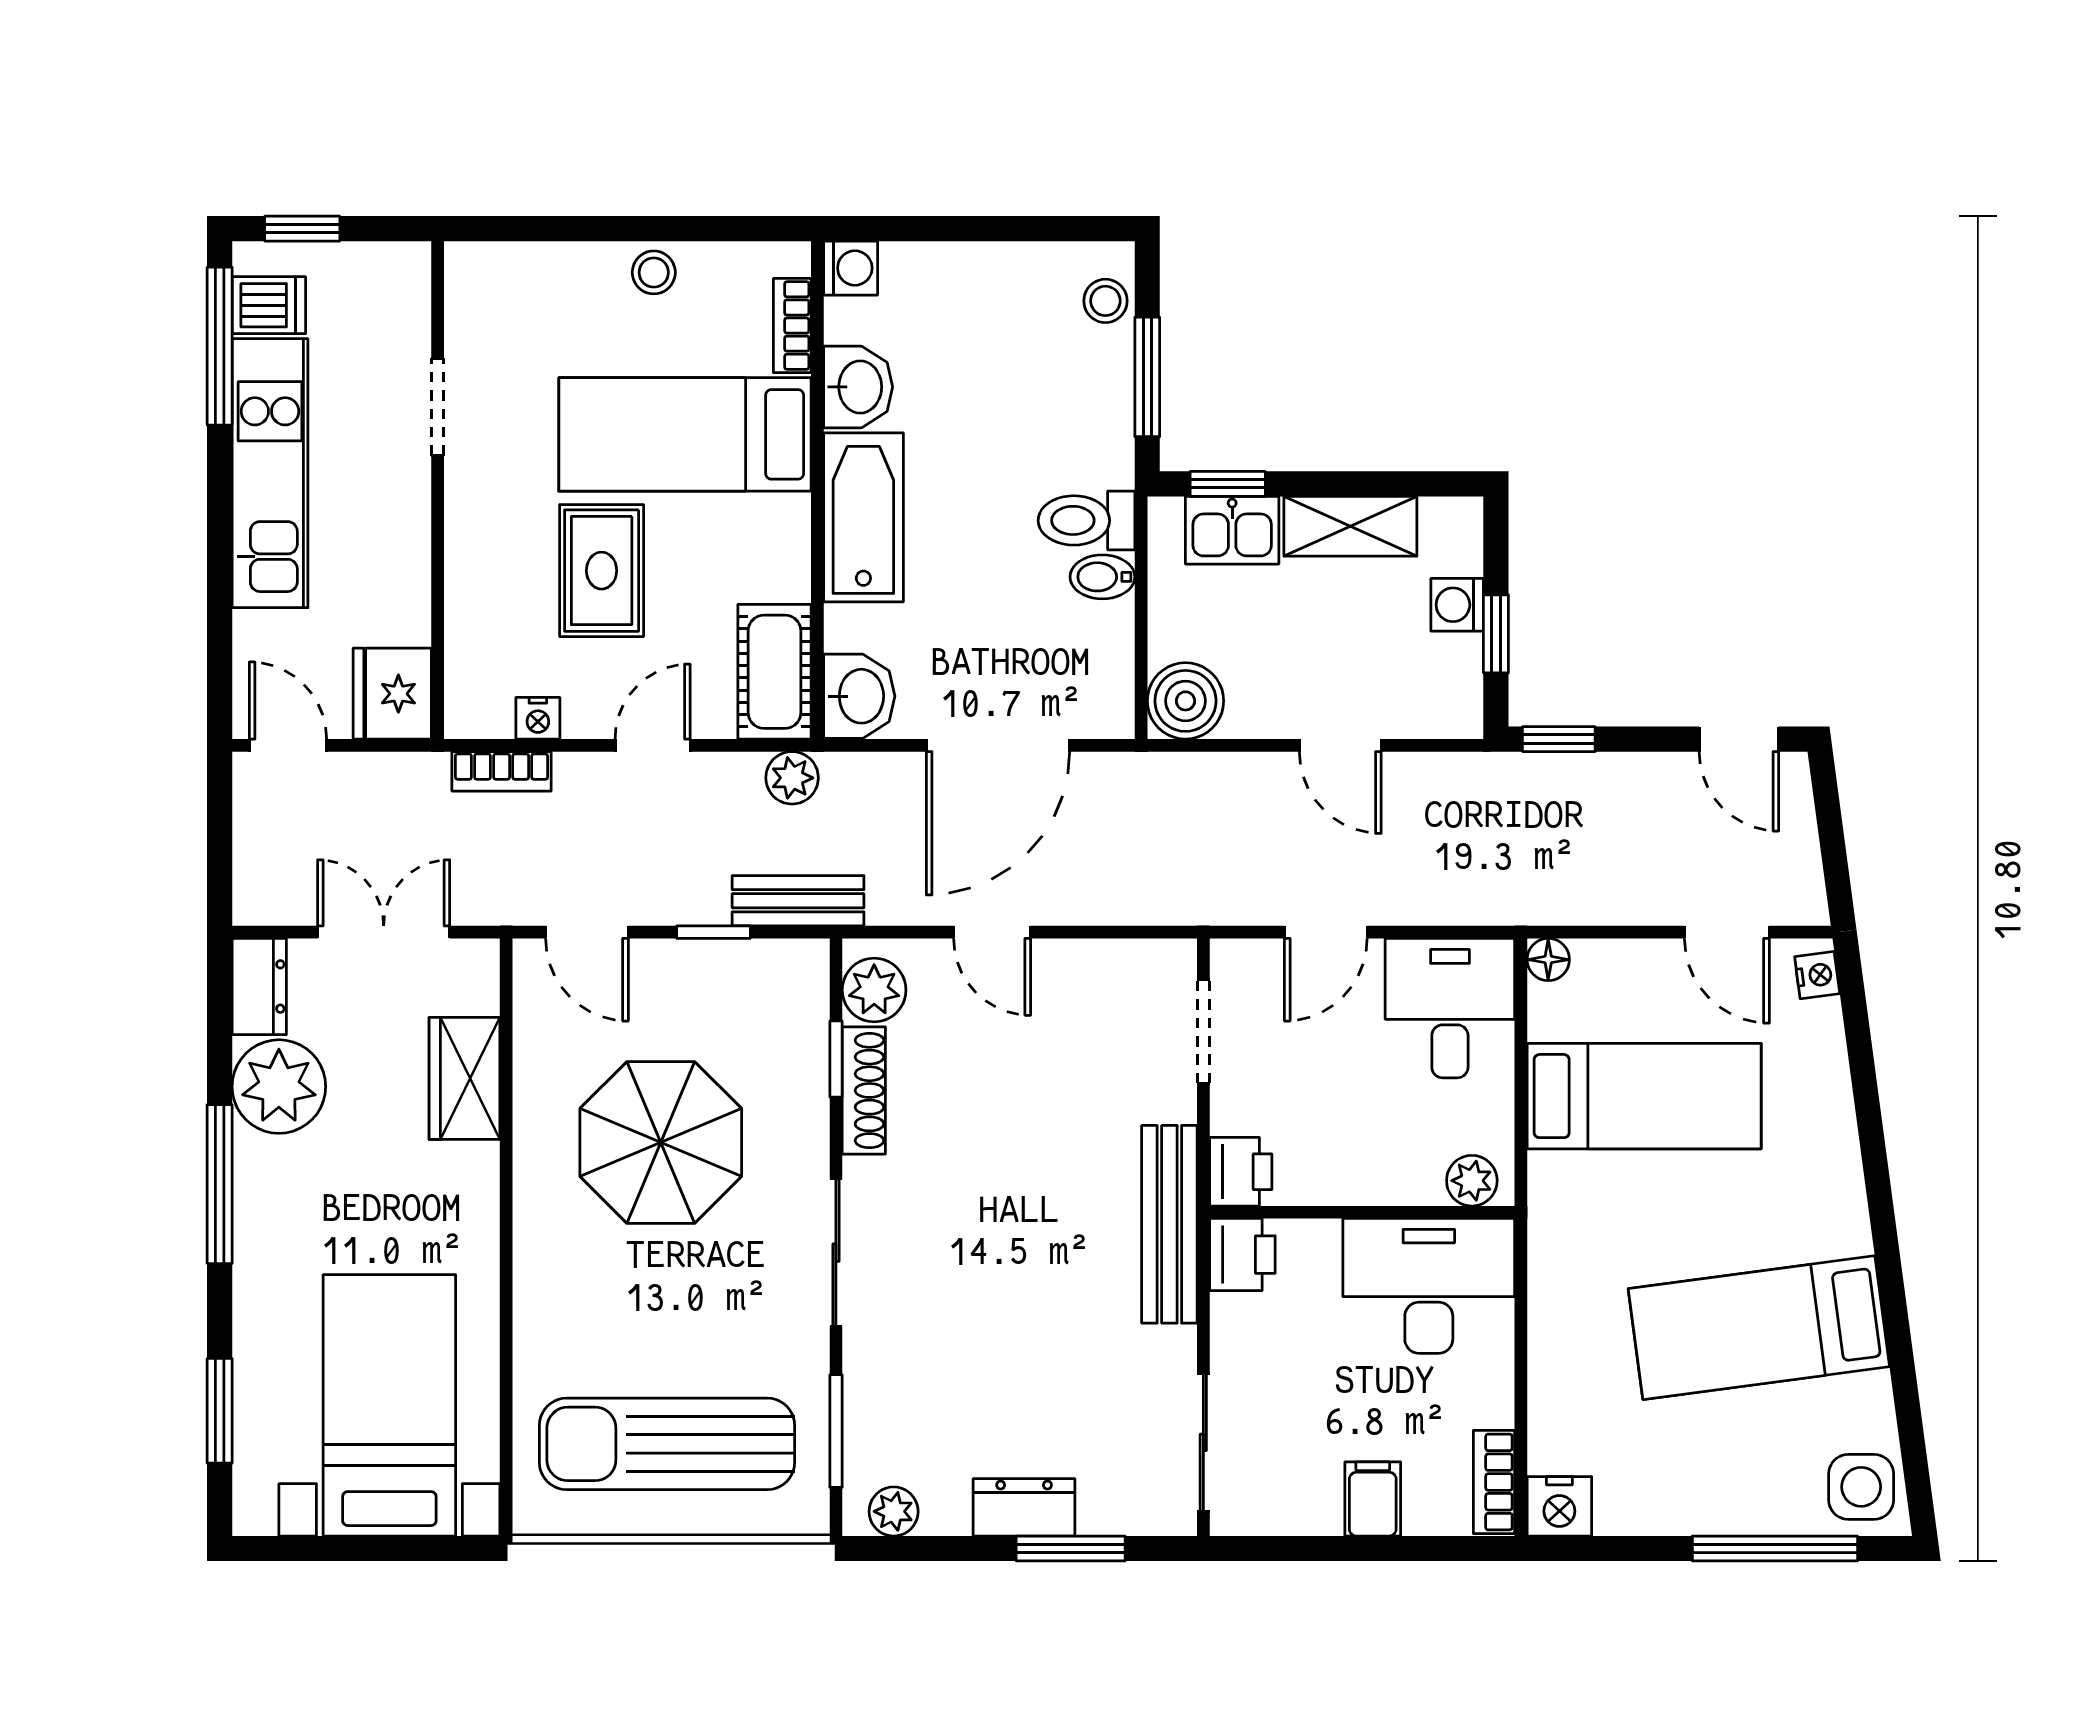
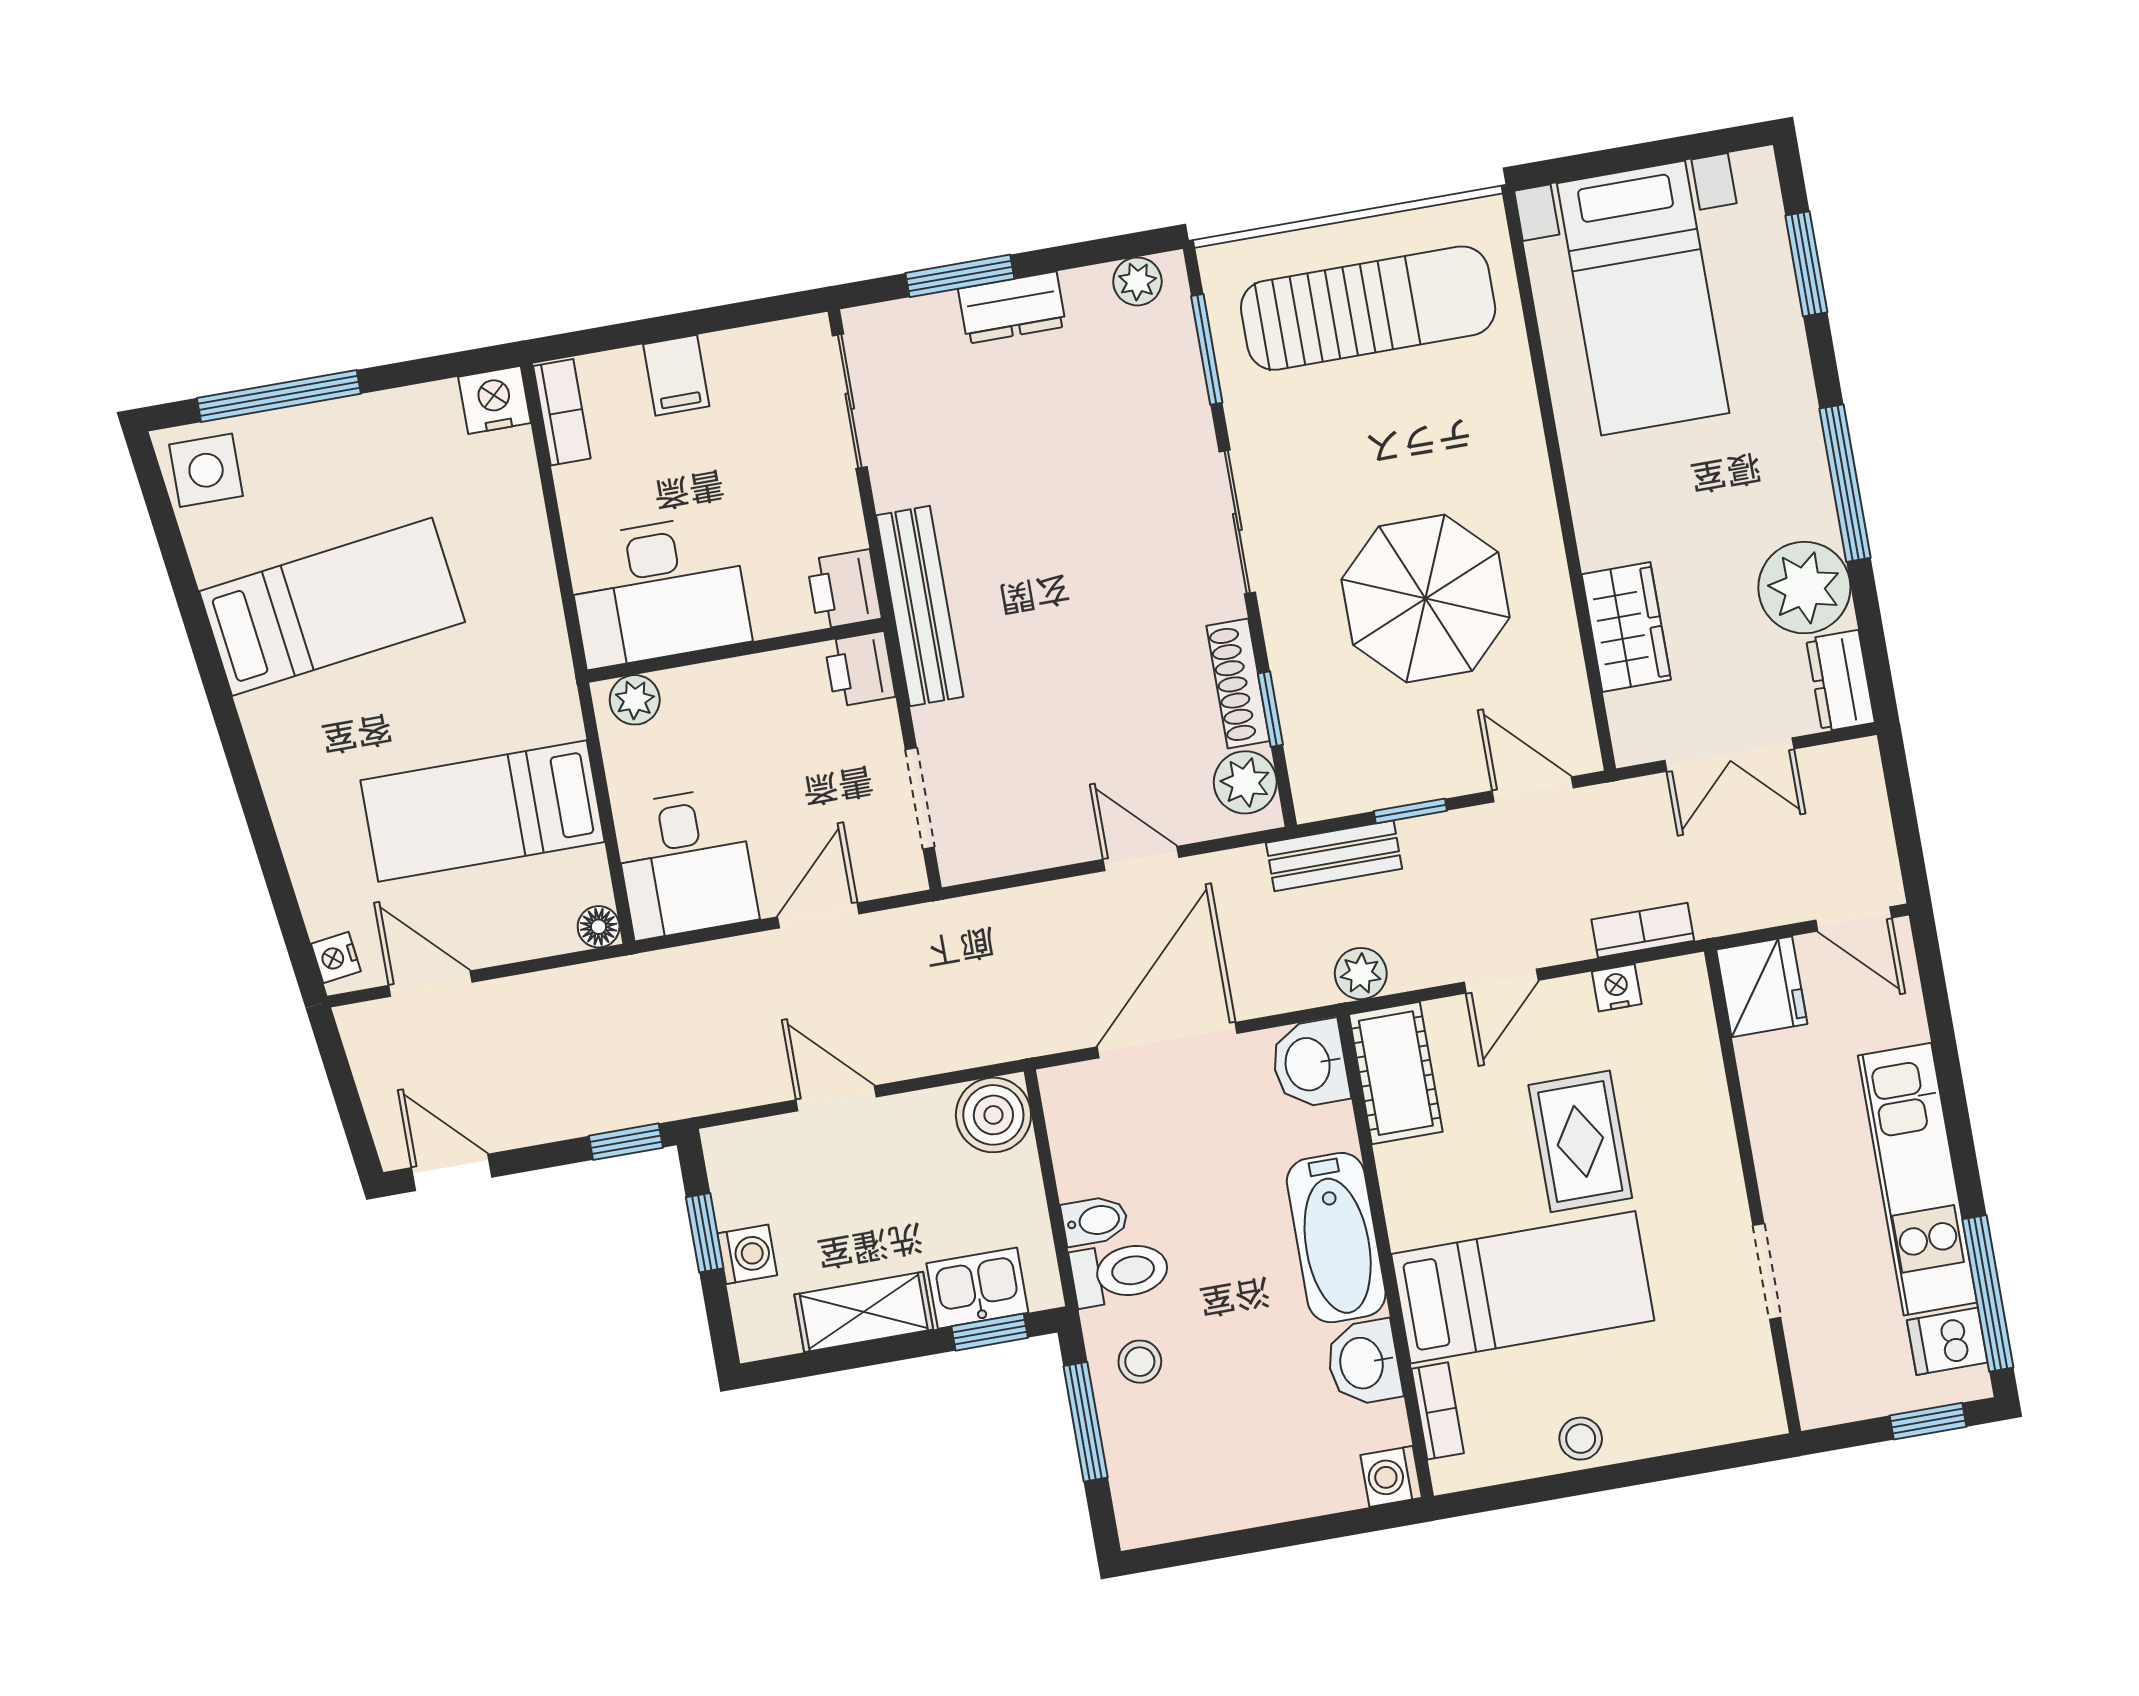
stool: (1105, 301) -> (1140, 1362), moved

